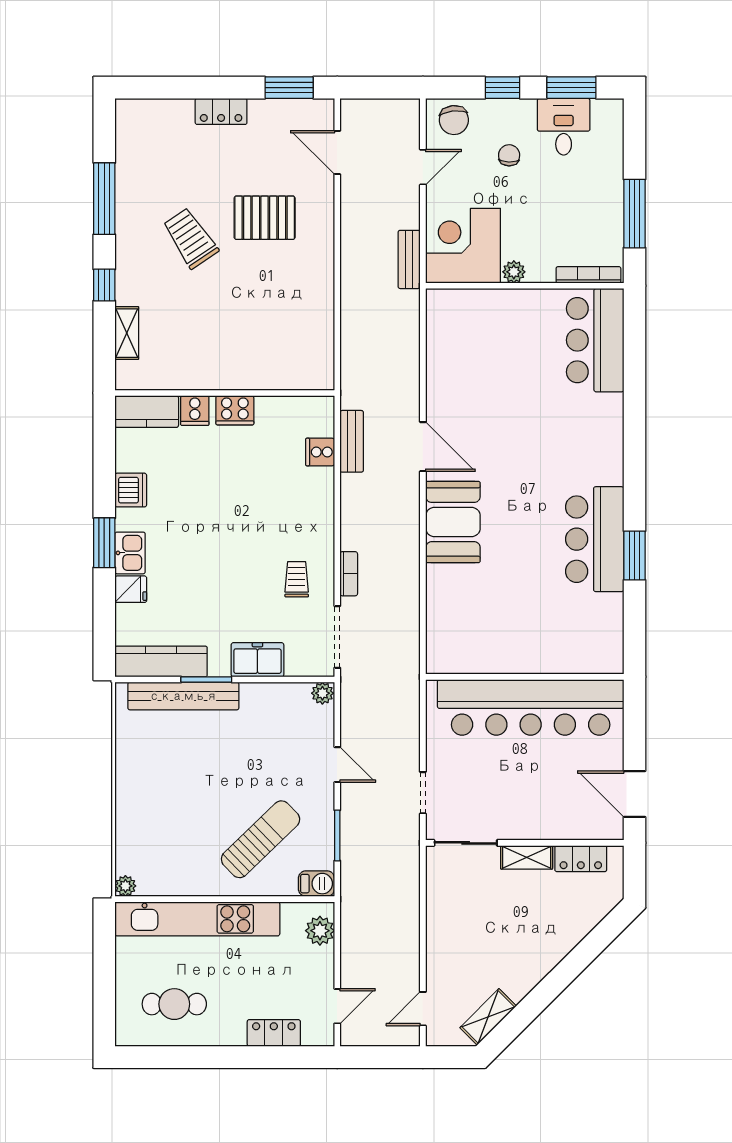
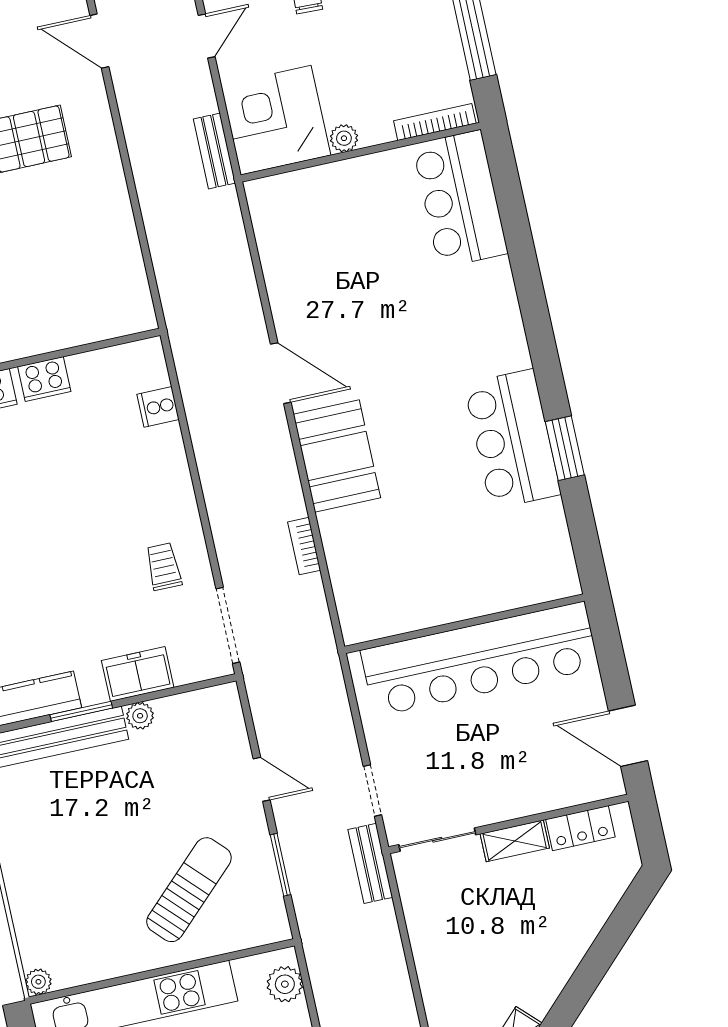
bench: (352, 441) -> (370, 863), moved
bookcase: (349, 574) -> (304, 546), moved, turned 180
plant: (322, 693) -> (140, 716), moved
barbecue: (316, 884) -> (268, 928), removed

